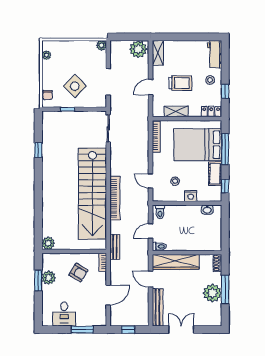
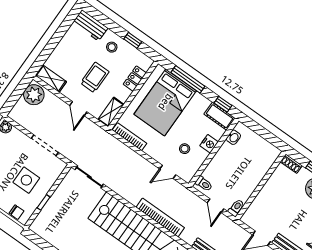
side table: (75, 86) -> (26, 180), turned 45
shelving: (176, 111) -> (111, 112), moved
locker: (211, 112) -> (135, 79), moved
cot: (215, 174) -> (220, 116), moved
wardrobe: (176, 262) -> (262, 203), removed

